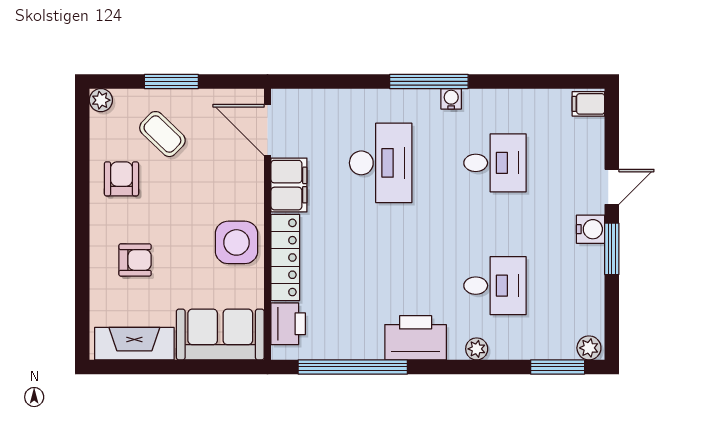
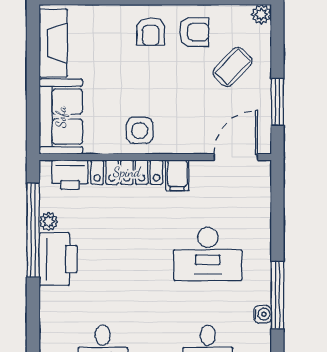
window: (171, 81) -> (277, 102), moved
filing cabinet: (289, 185) -> (177, 175), width x0.50
side table: (236, 242) -> (140, 130), width x0.73, depth x0.73
armchair: (135, 260) -> (151, 31), moved
printer: (416, 338) -> (58, 259), moved
plant: (477, 349) -> (49, 222), moved

